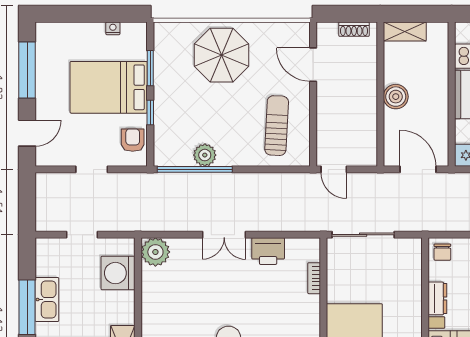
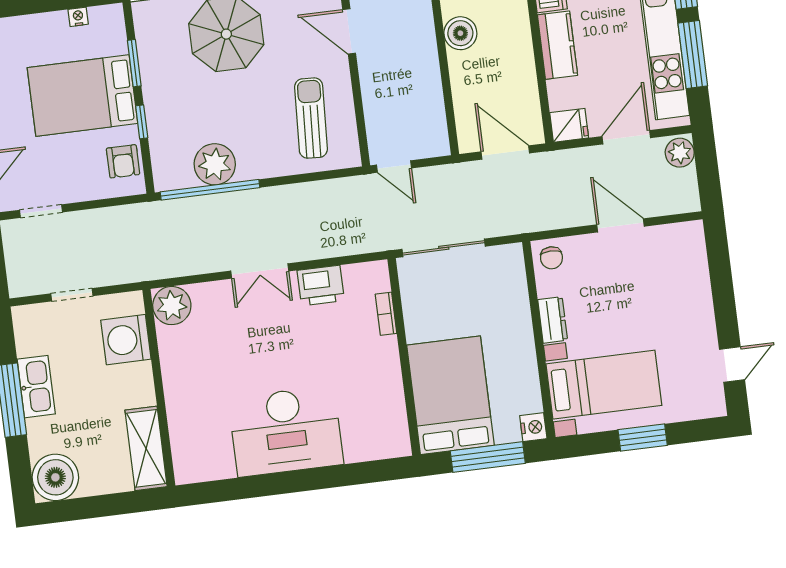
boiler: (396, 97) -> (460, 33), moved
armchair: (133, 140) -> (123, 161), turned 180
plant: (205, 155) -> (215, 164), width x1.36, depth x1.36
doorway: (92, 169) -> (41, 211), moved

